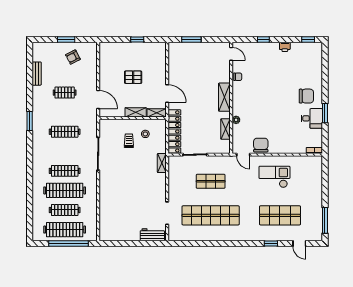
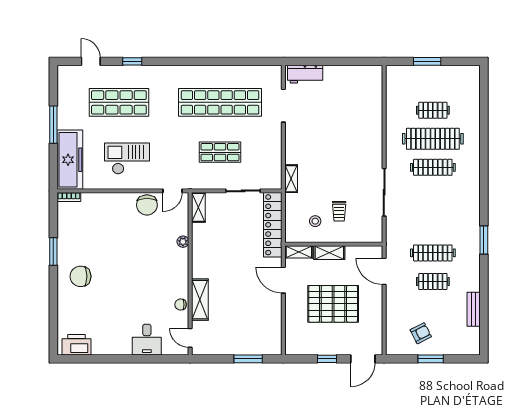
door: (113, 39) -> (363, 359), added
window: (263, 39) -> (143, 359), removed
window: (308, 39) -> (78, 359), removed
printer: (285, 47) -> (77, 345), moved, width x1.87, depth x1.48
pallet: (133, 77) -> (333, 304), width x2.05, depth x2.00
shelving: (224, 97) -> (200, 300), moved
desk: (312, 118) -> (147, 340), moved, turned -90
shelving: (225, 129) -> (198, 207), moved
clothes rail: (65, 132) -> (433, 253), moved
door: (243, 155) -> (173, 191), swing flipped
freezer: (314, 176) -> (70, 160), added
checkout: (274, 177) -> (127, 159), turned 180
clothes rail: (65, 210) -> (433, 110), width x0.73
window: (325, 220) -> (53, 125), moved
clothes rail: (65, 230) -> (433, 82), removed
window: (69, 244) -> (427, 61), width x0.47

